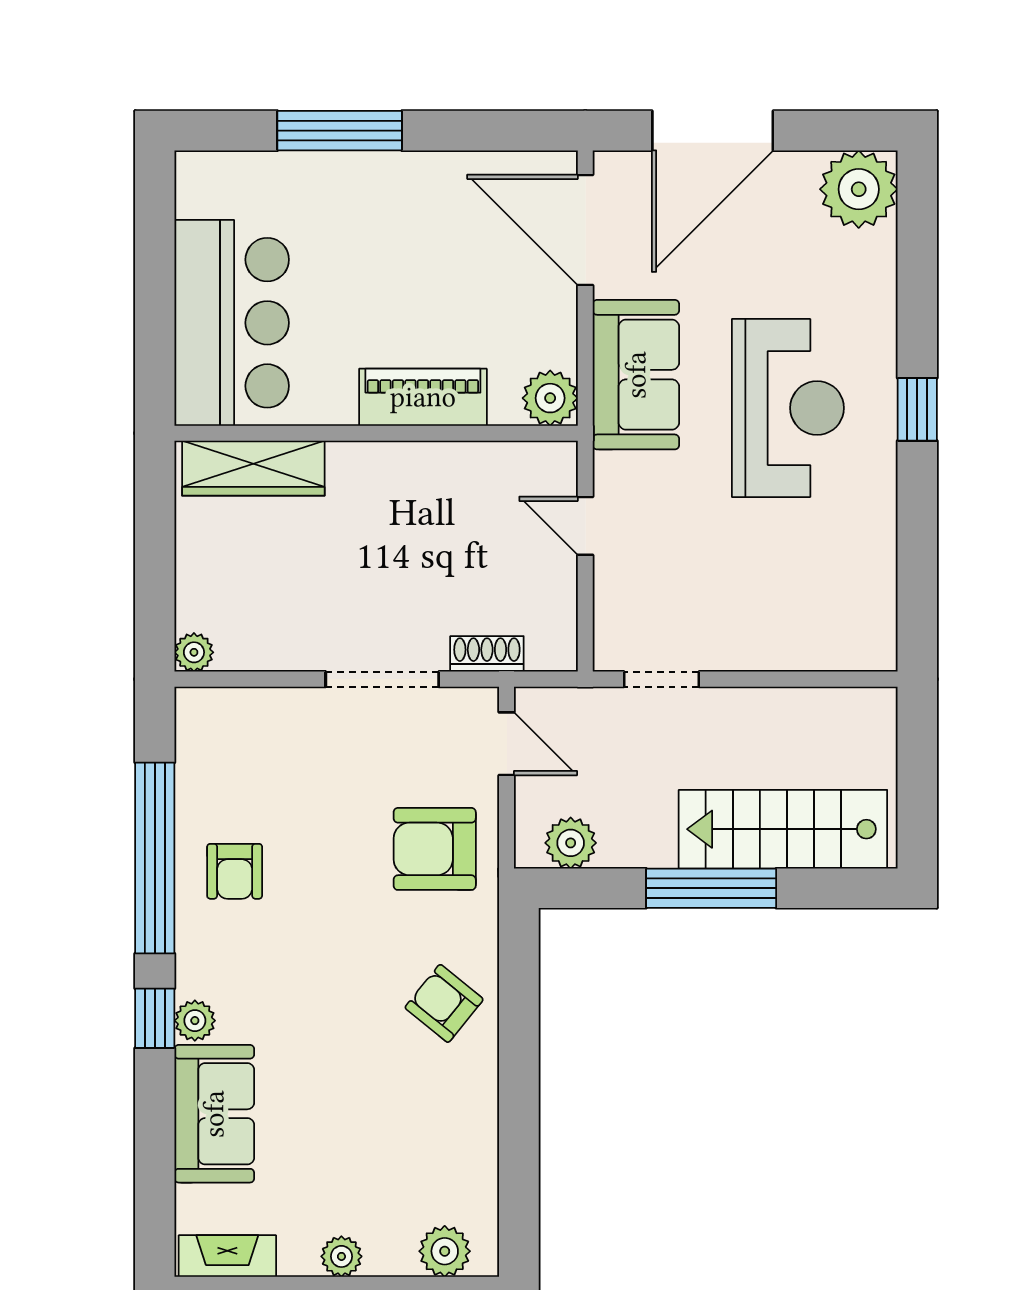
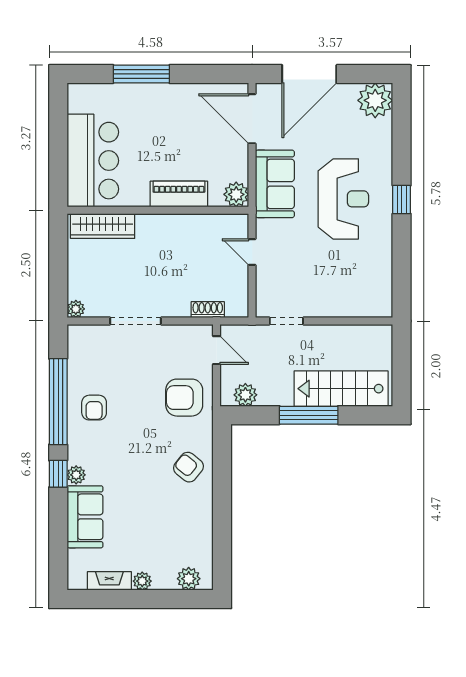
doorway: (382, 679) -> (136, 321), moved
fireplace: (227, 1256) -> (109, 581), moved

